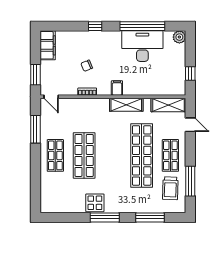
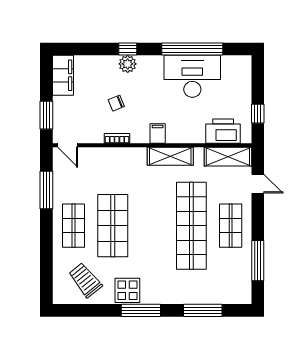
plant: (179, 37) -> (128, 64), moved
printer: (165, 86) -> (223, 131), added
trolley: (170, 188) -> (85, 280), moved, turned 139

